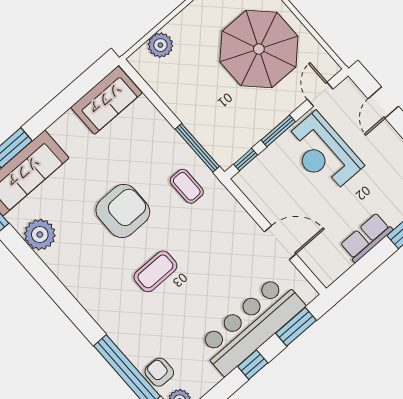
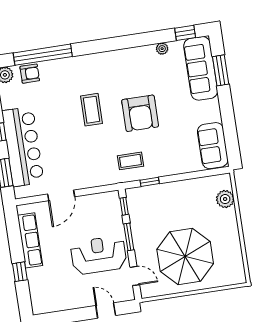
window: (197, 148) -> (150, 182), width x0.46
plant: (40, 235) -> (162, 49), width x0.53, depth x0.53
row of seats: (366, 238) -> (30, 240), width x1.48

